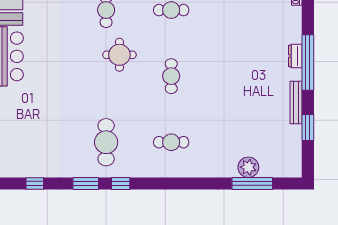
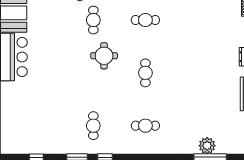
cafe table: (106, 142) -> (93, 126), width x0.73, depth x0.74

